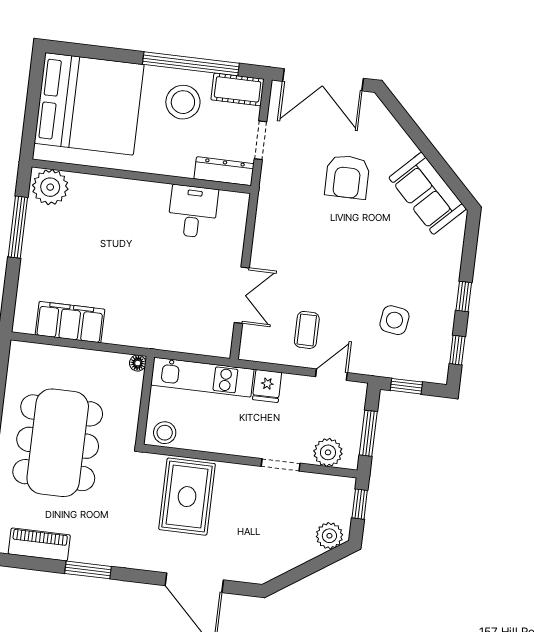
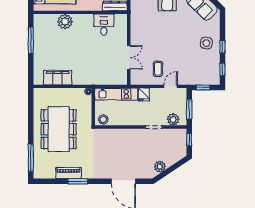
plant: (50, 187) -> (65, 22), moved
side table: (394, 320) -> (206, 43), moved
rug: (187, 497) -> (116, 145), removed
plant: (329, 536) -> (160, 167), moved
piano: (39, 544) -> (68, 173), moved

